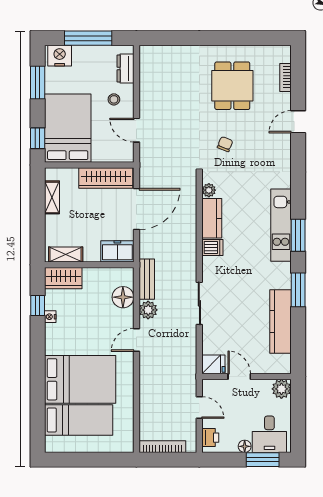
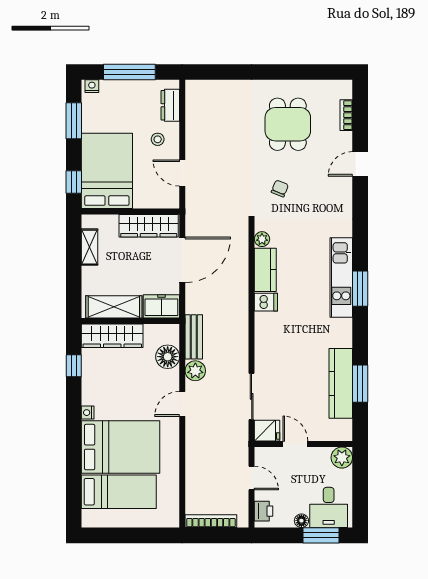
nightstand: (60, 56) -> (92, 86), width x0.53, depth x0.56
shelving: (66, 254) -> (114, 307), width x1.50, depth x1.33
wardrobe: (63, 278) -> (112, 336), width x1.50
window: (298, 290) -> (360, 384), moved
sliding door: (199, 303) -> (252, 396), moved
nightstand: (50, 317) -> (88, 413), moved

